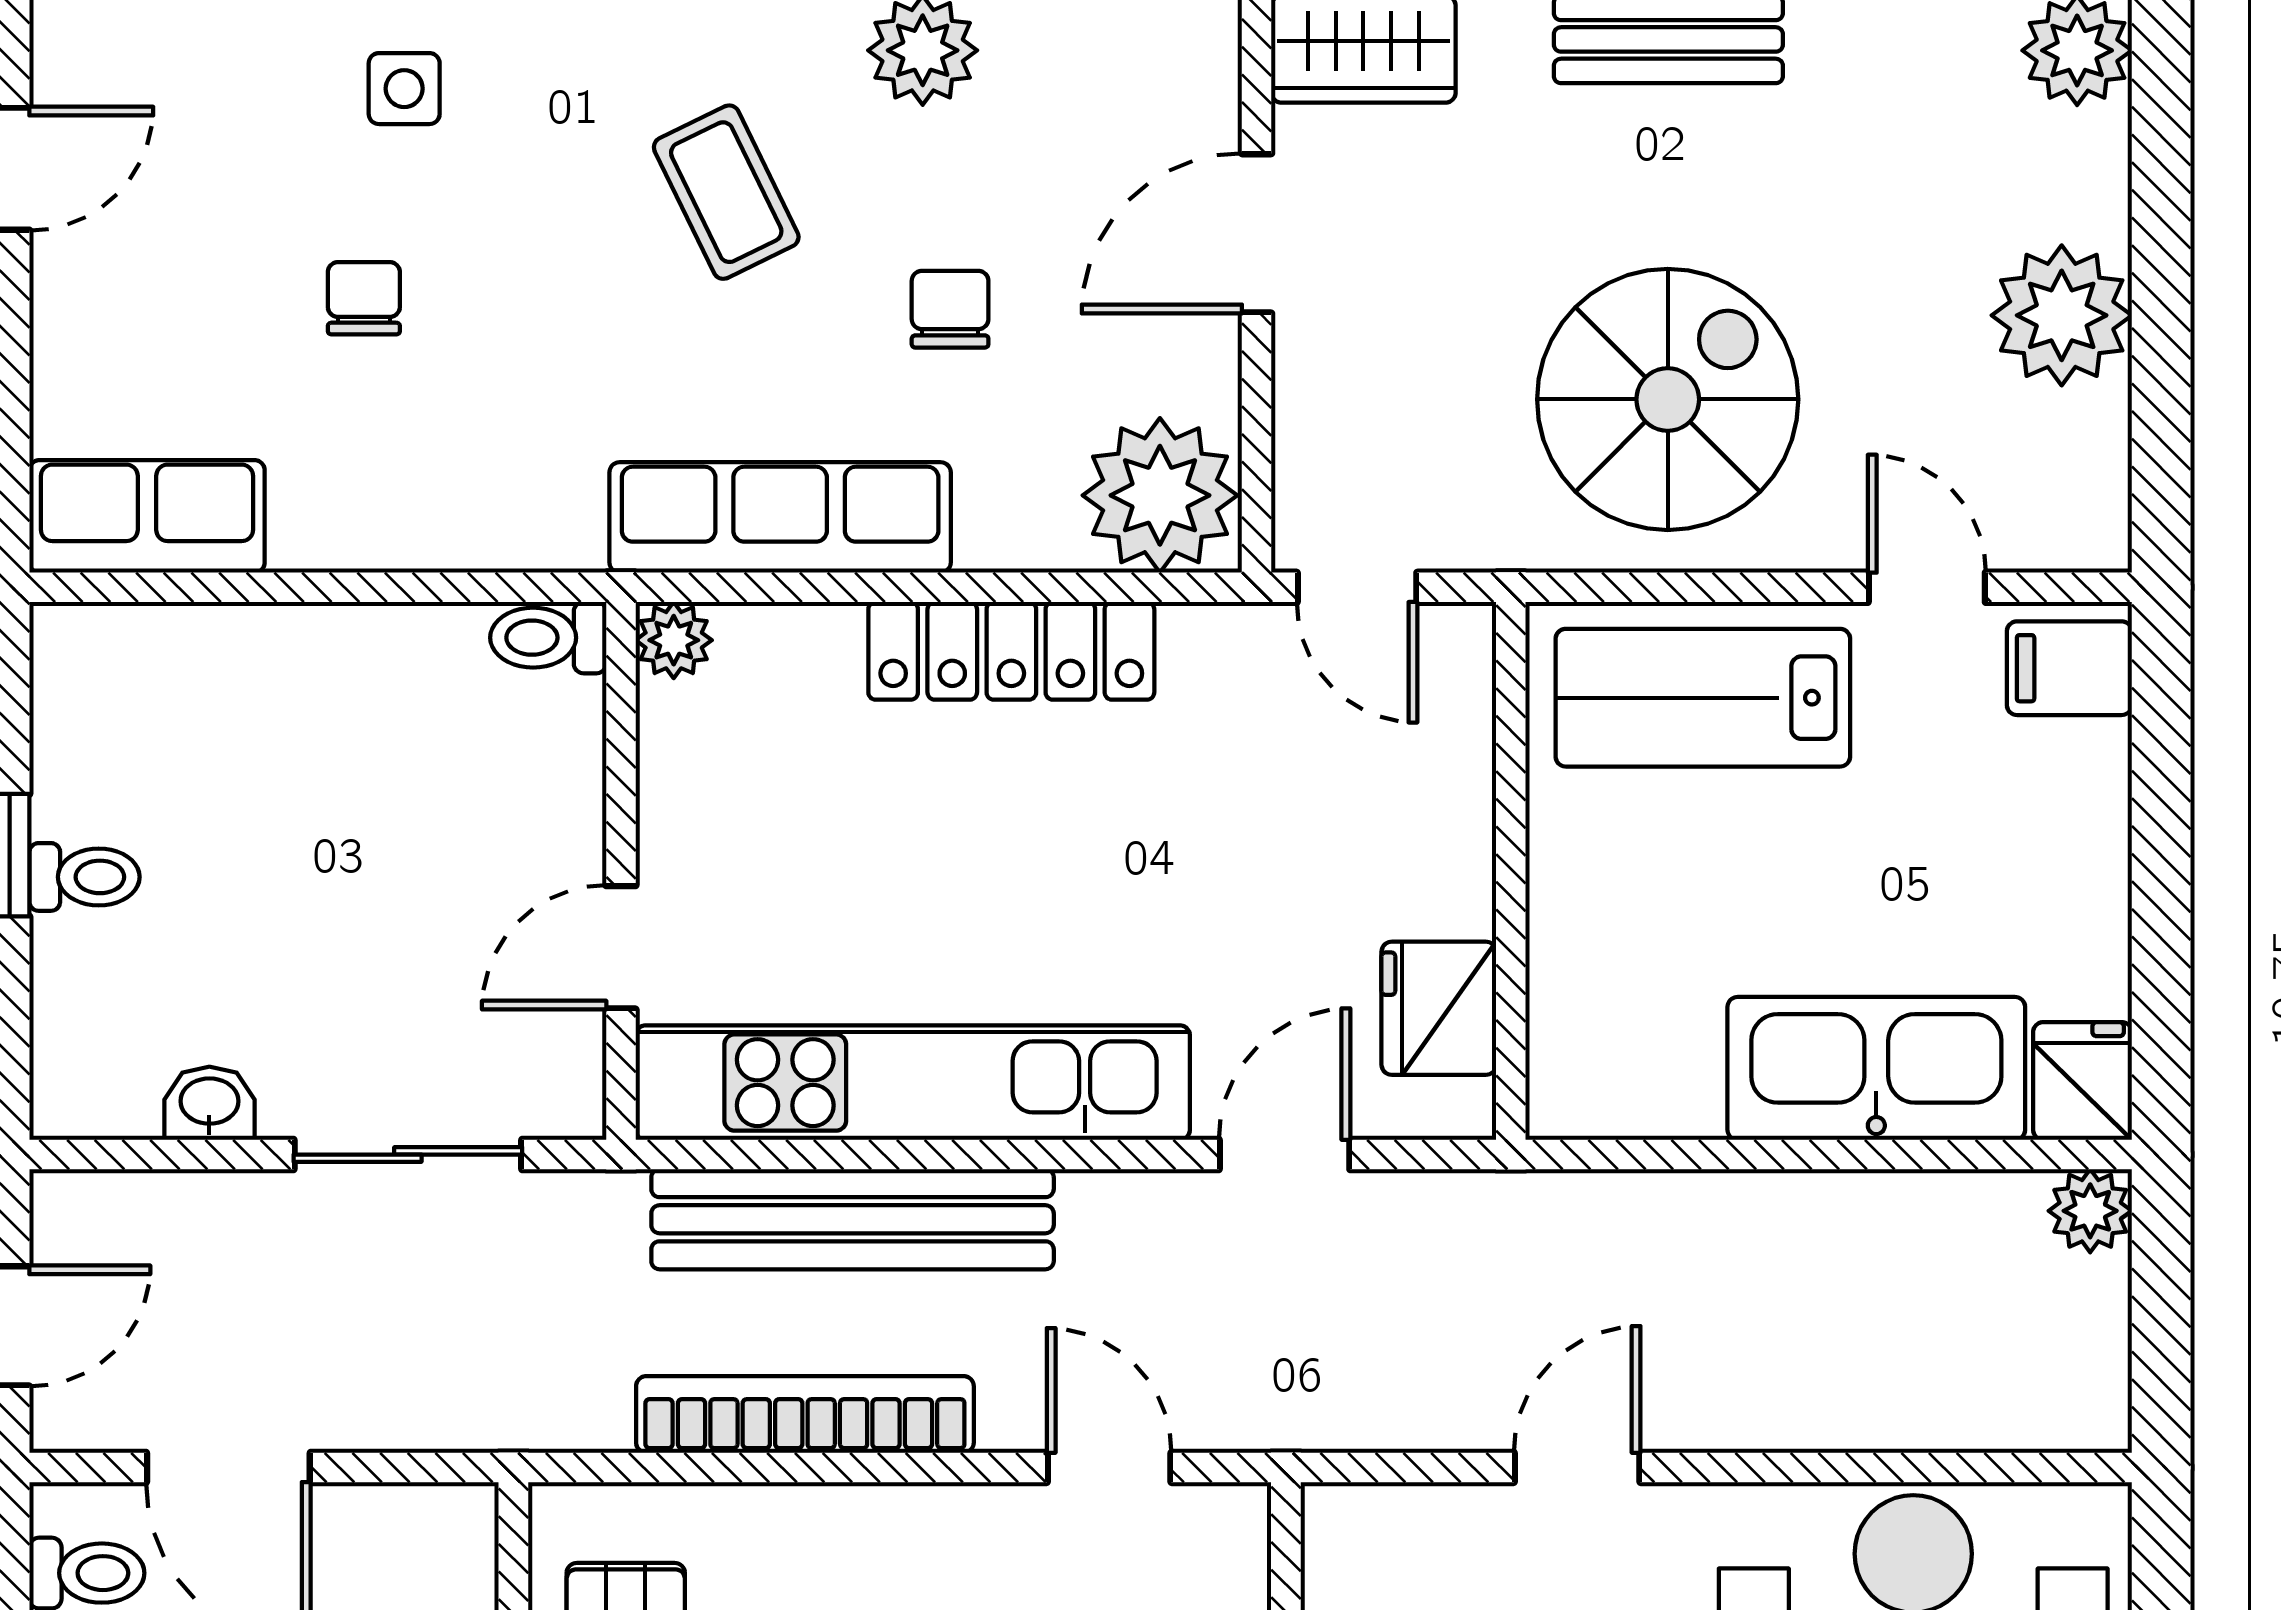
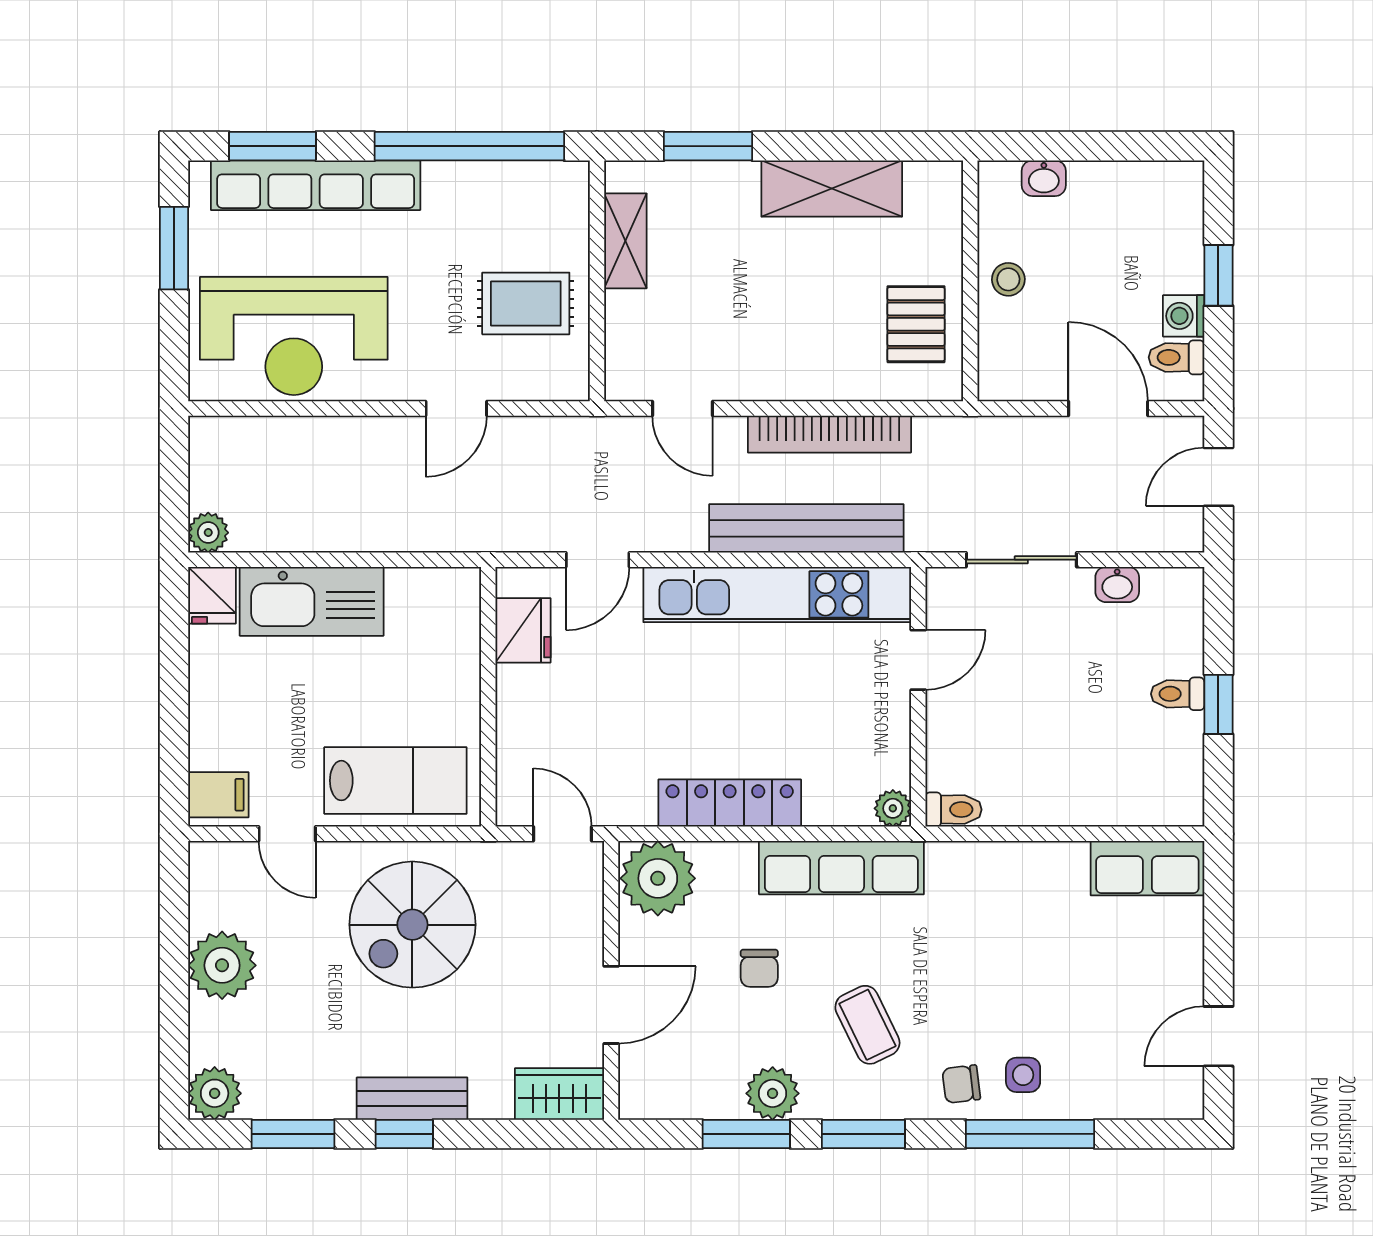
chair: (364, 298) -> (961, 1084), moved, turned 83

